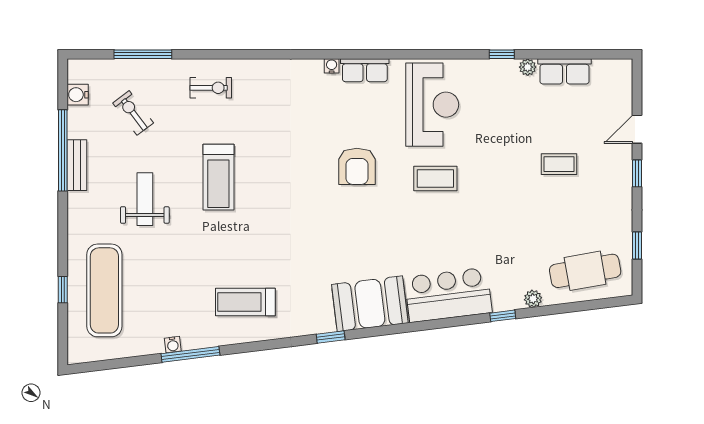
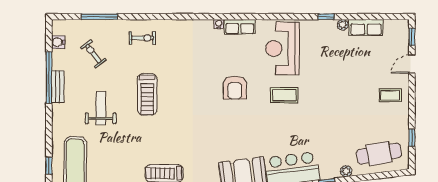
reception desk: (432, 105) -> (282, 49), turned 180
coffee table: (559, 164) -> (390, 95), moved
window: (637, 173) -> (412, 37), moved

